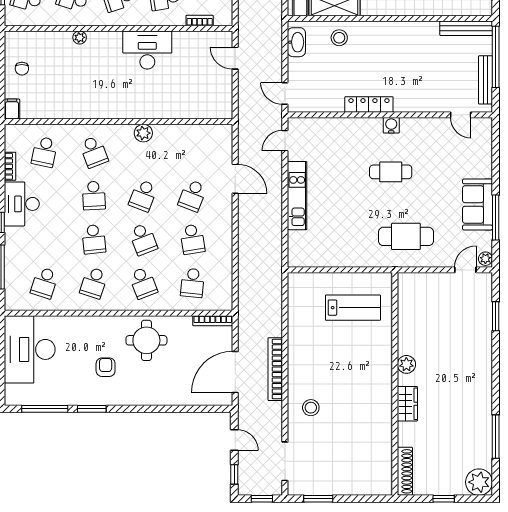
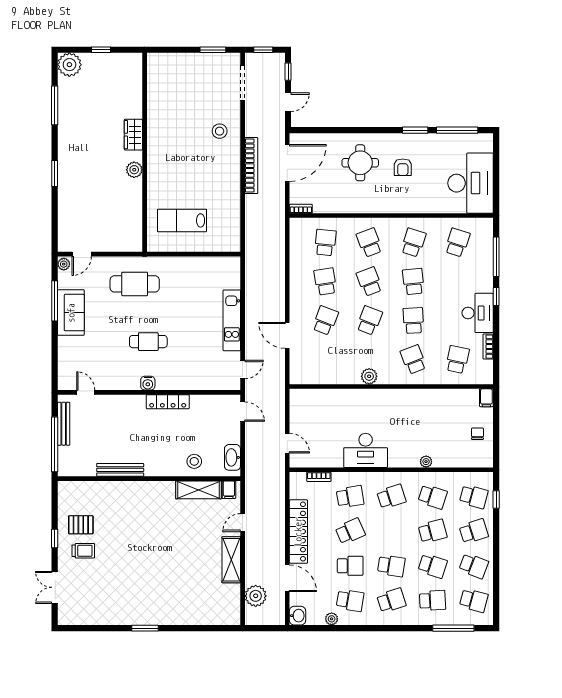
bench: (466, 28) -> (120, 470), moved
window: (496, 316) -> (55, 173), moved
bookcase: (213, 321) -> (301, 209), width x0.64
round table: (146, 340) -> (360, 163), moved
door: (234, 440) -> (288, 102), swing flipped
shoe rack: (405, 471) -> (136, 74), removed

